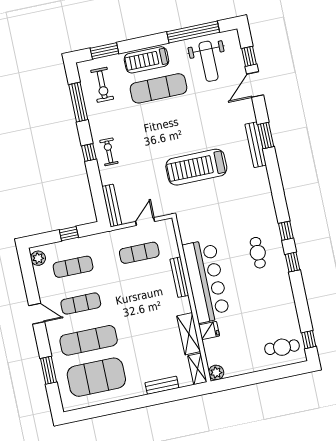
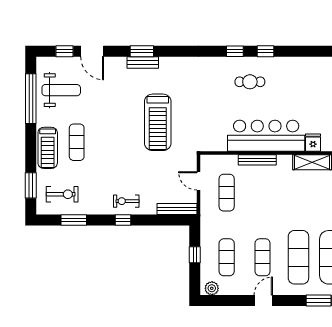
exercise mat: (158, 88) -> (77, 142), width x0.73, depth x0.69
window: (78, 102) -> (74, 220), width x0.69
bench: (256, 145) -> (143, 63), width x0.73

